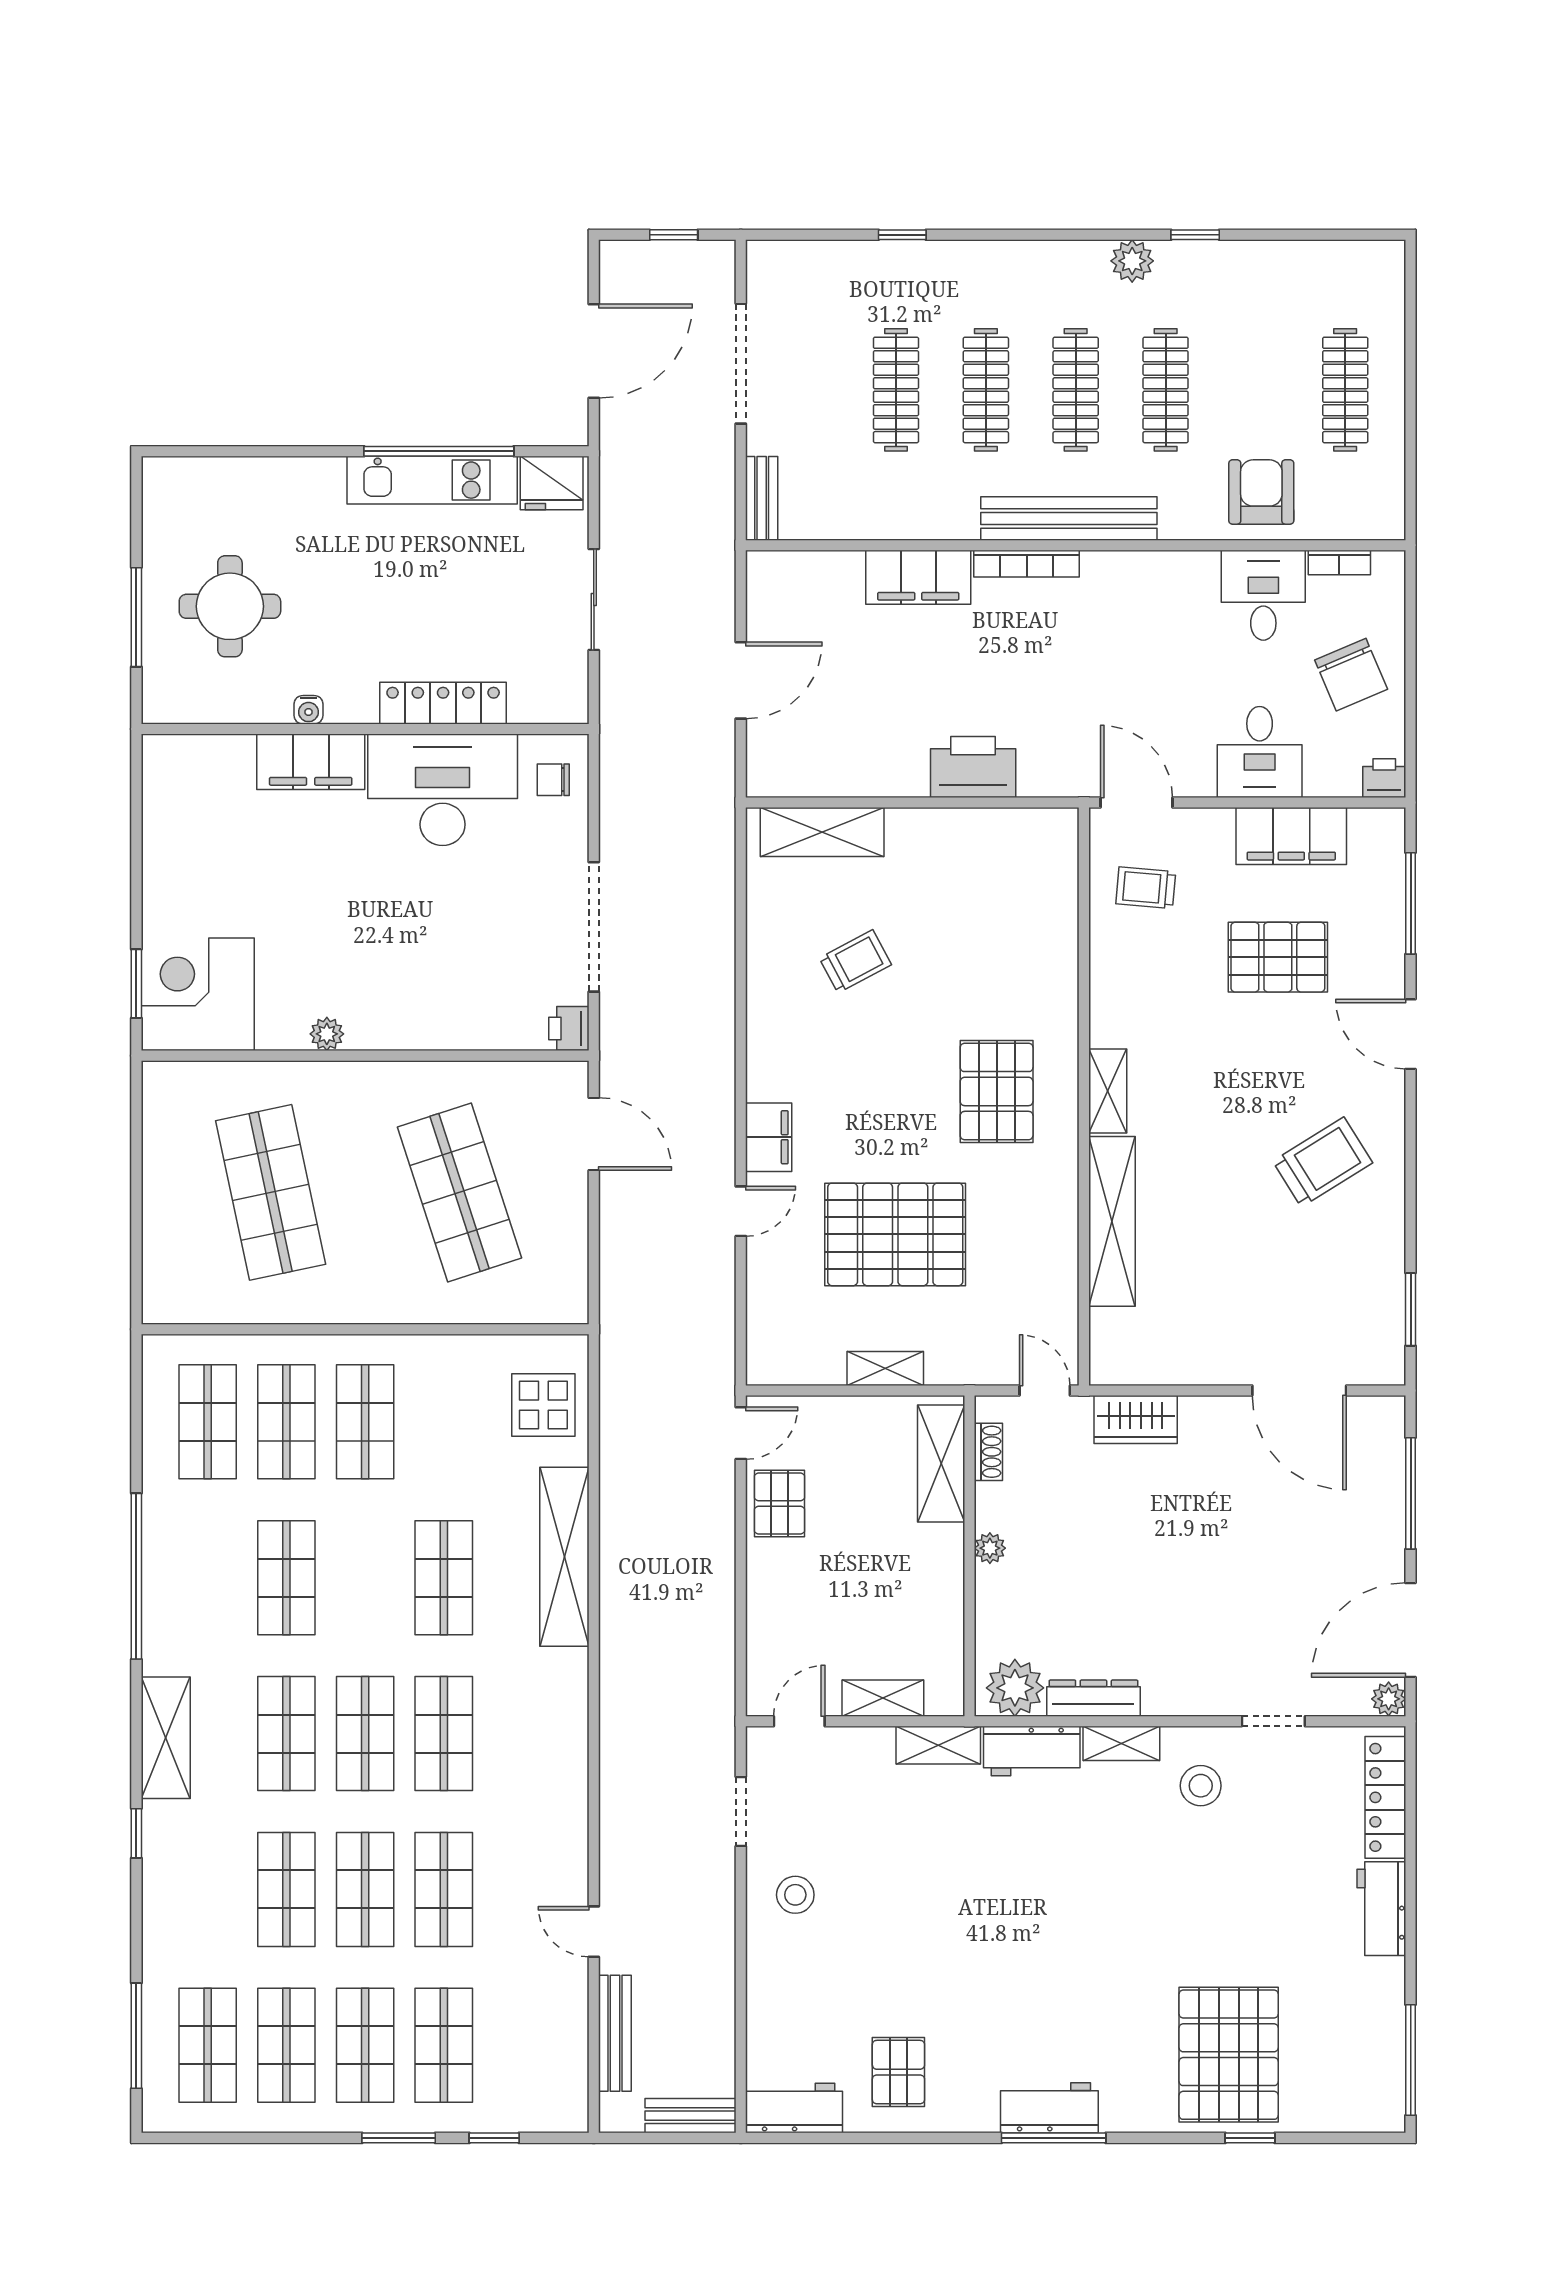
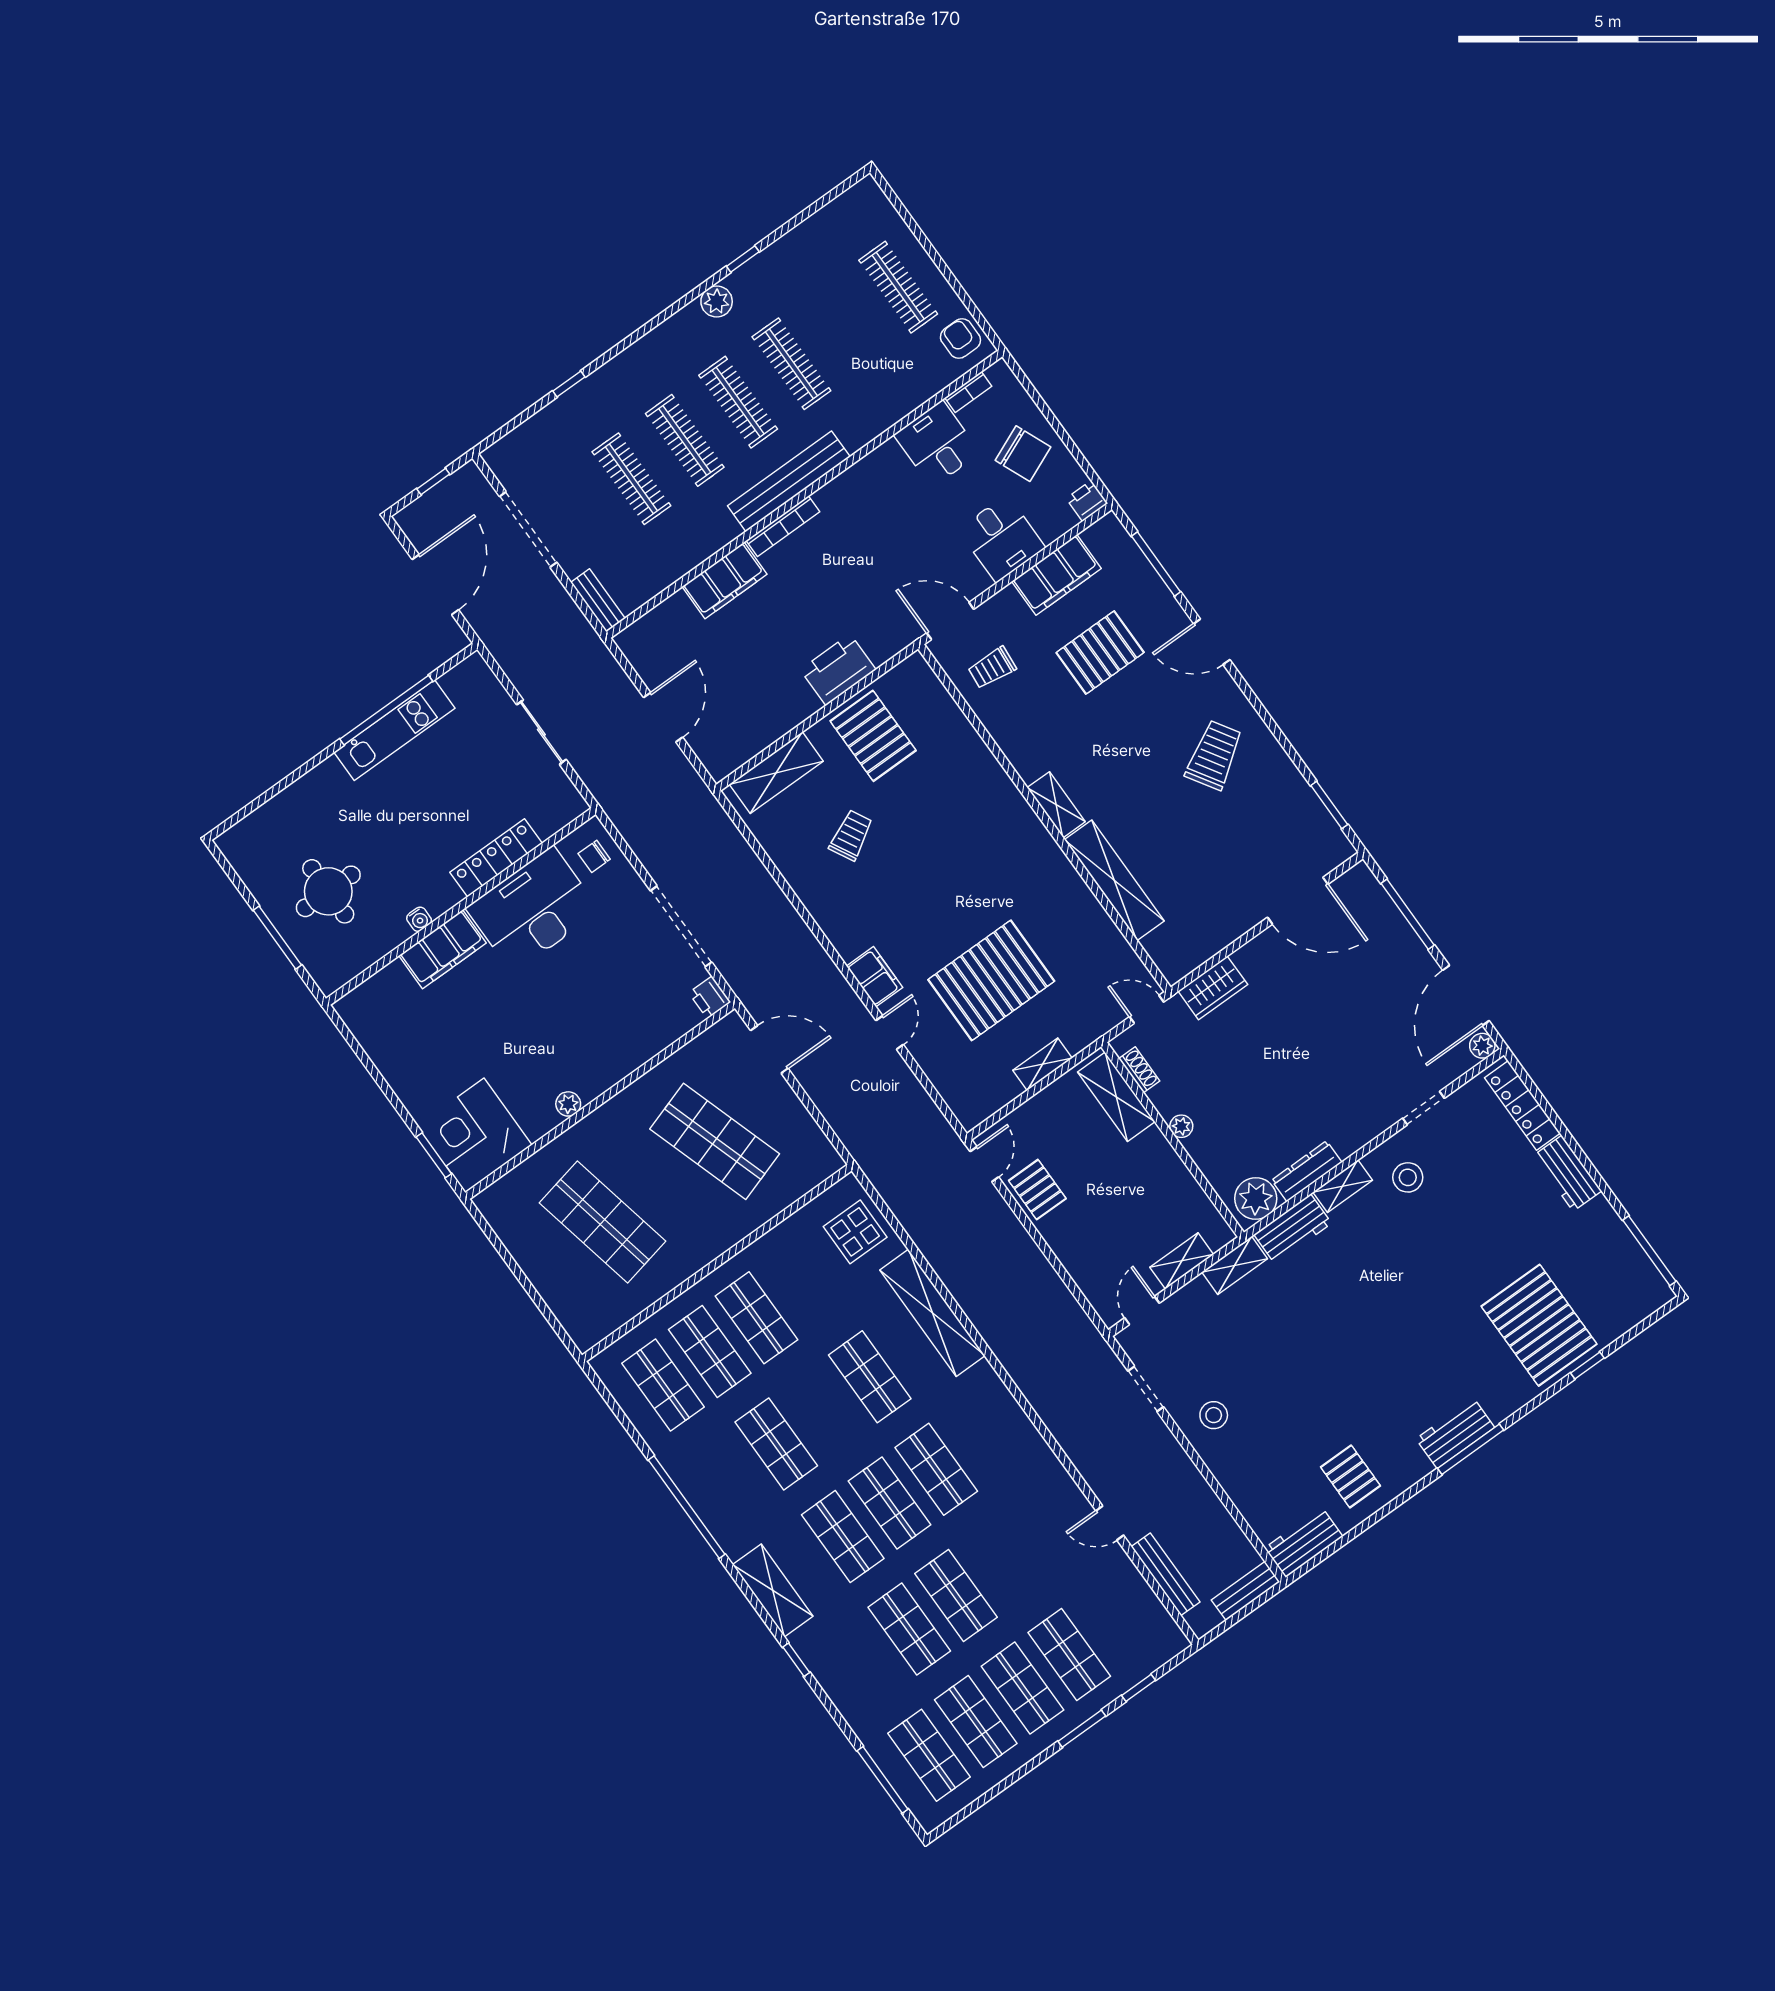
fridge: (552, 483) -> (467, 681), removed
armchair: (1261, 492) -> (960, 338), moved, width x0.72, depth x0.72
pallet: (997, 1091) -> (873, 736), moved
shop shelf: (444, 1889) -> (1003, 1562), removed

